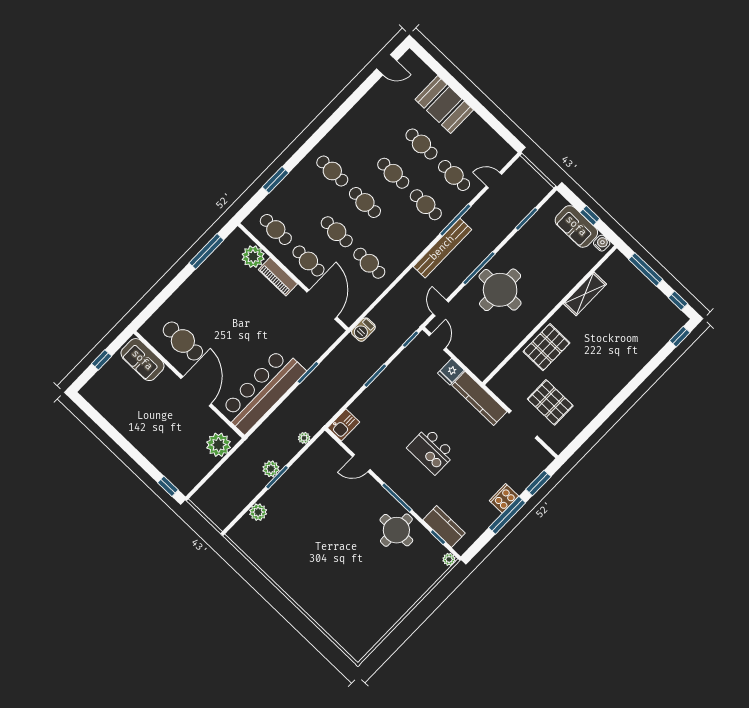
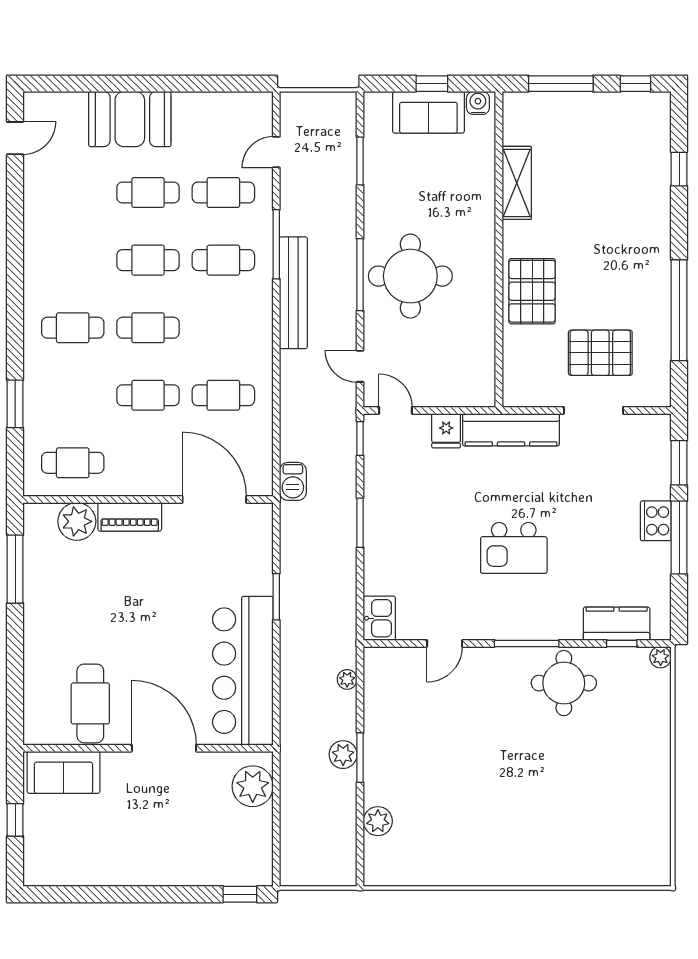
cafe table: (308, 261) -> (148, 463), removed
window: (680, 337) -> (679, 169), moved
cafe table: (183, 341) -> (90, 703), turned 90
window: (602, 417) -> (679, 310), added

